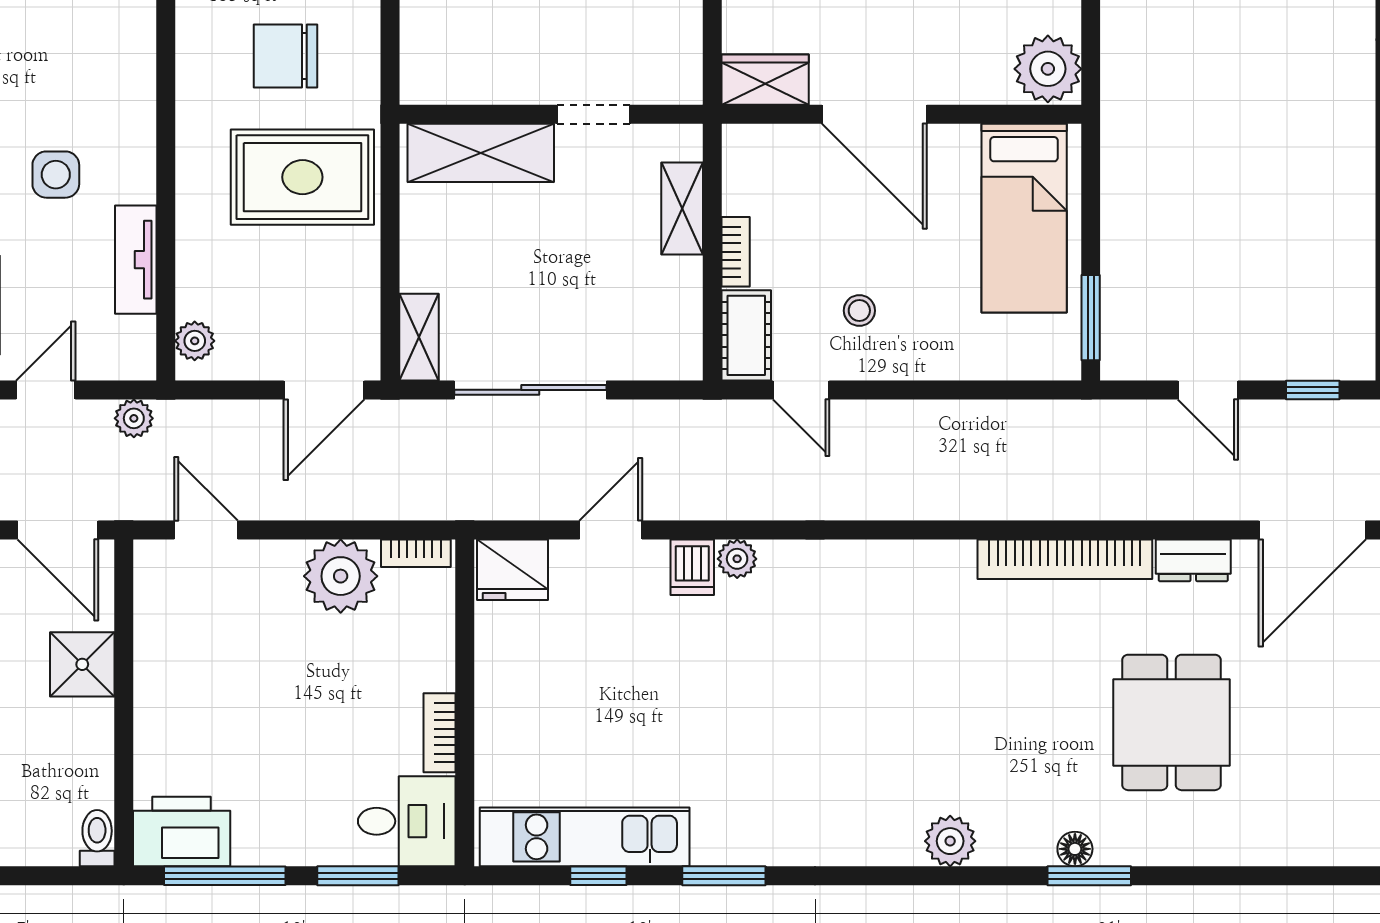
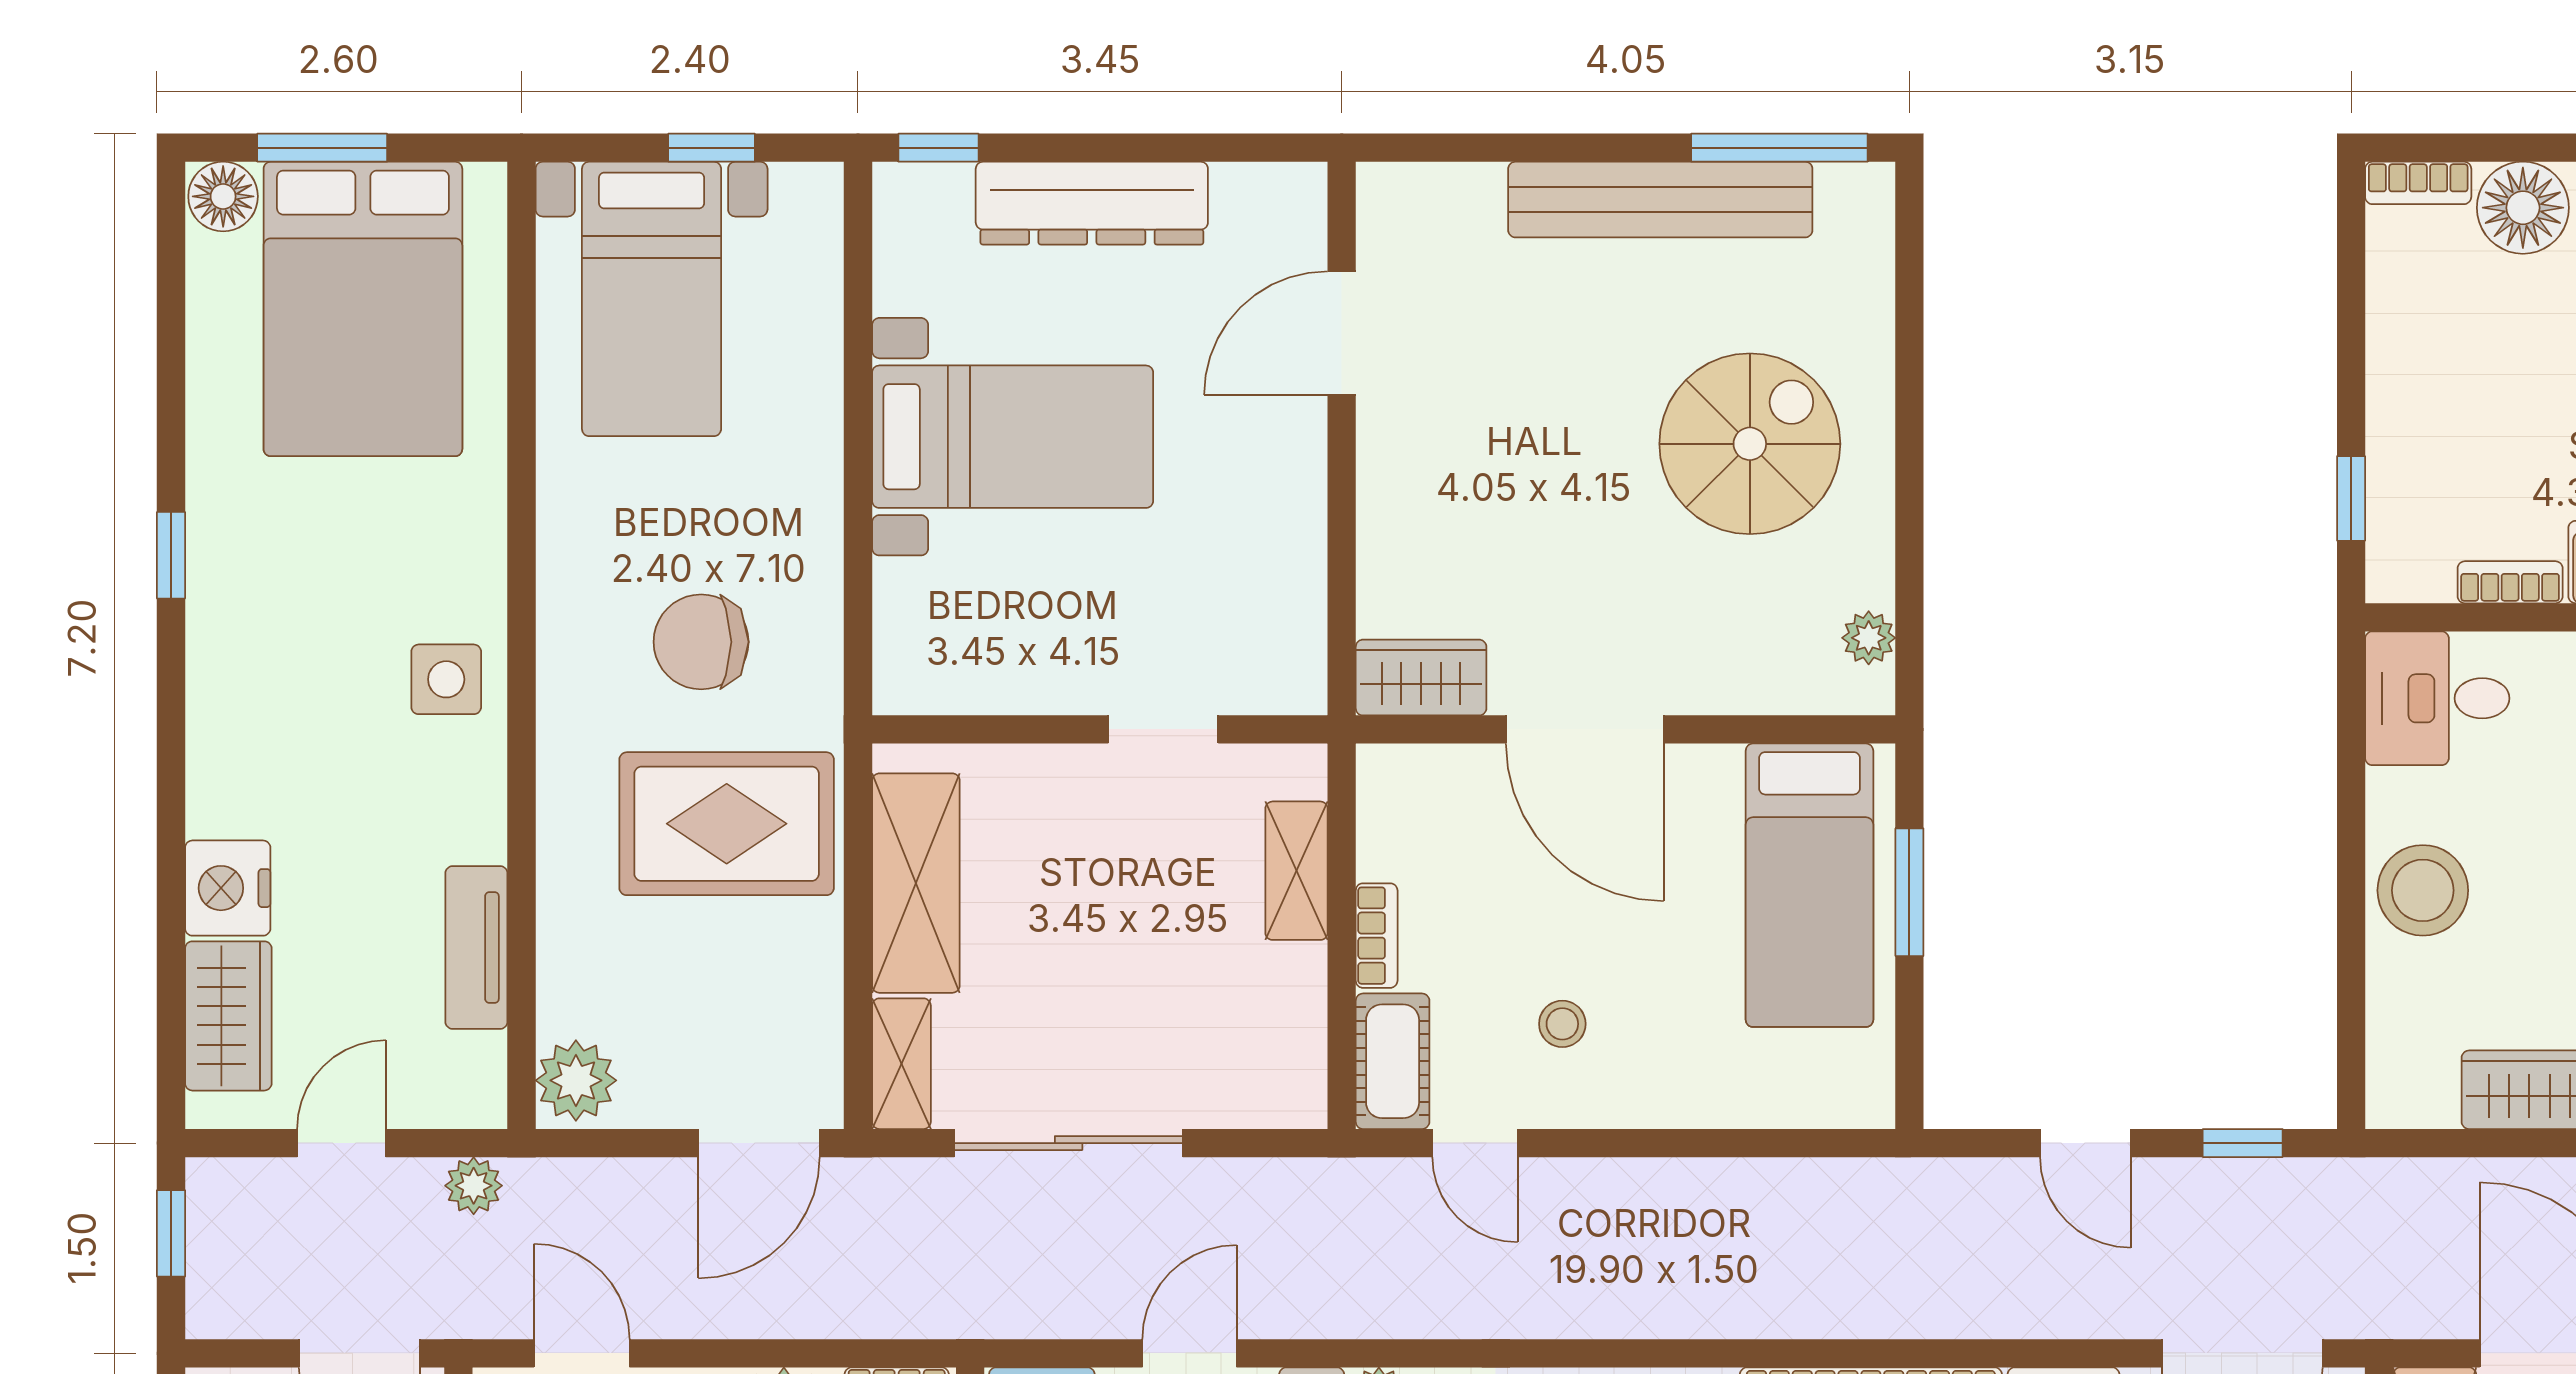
plant: (1048, 69) -> (1869, 638), width x0.53, depth x0.53
shelving: (481, 153) -> (916, 883), moved, turned 90
side table: (56, 175) -> (446, 679), moved
window: (1091, 318) -> (1909, 892), moved
plant: (195, 341) -> (576, 1080), width x1.38, depth x1.38

